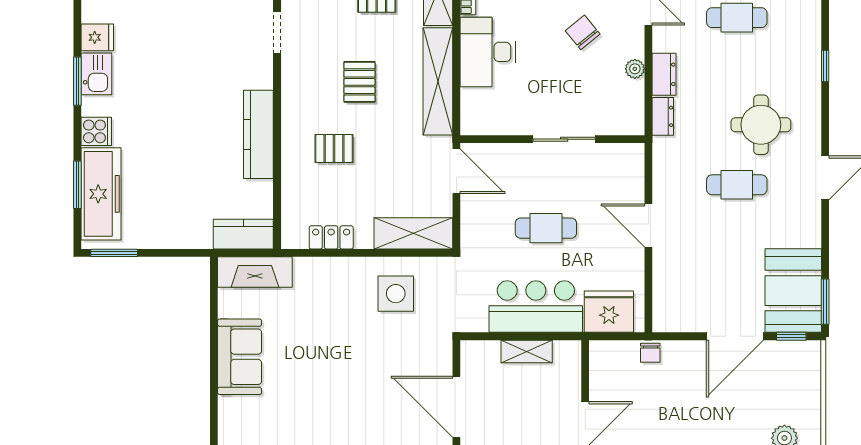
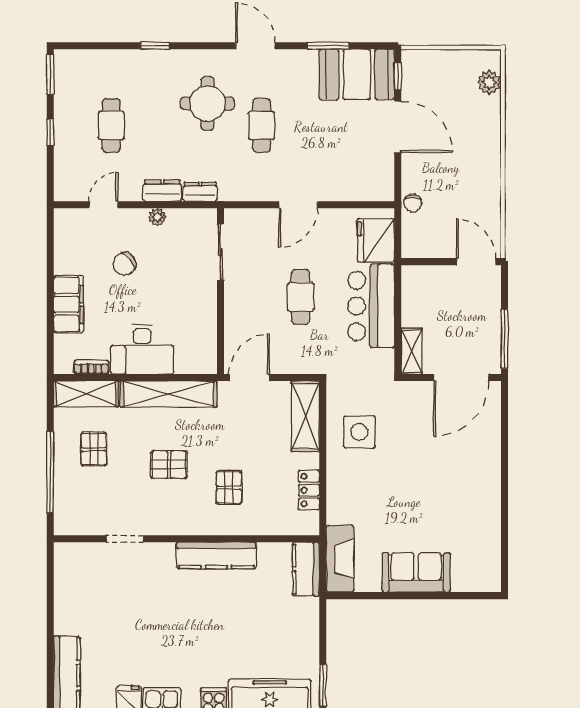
sliding door: (564, 139) -> (221, 252), moved
window: (825, 302) -> (328, 46), moved
shelving: (527, 352) -> (412, 351), moved
chair: (650, 353) -> (413, 203), turned 90

